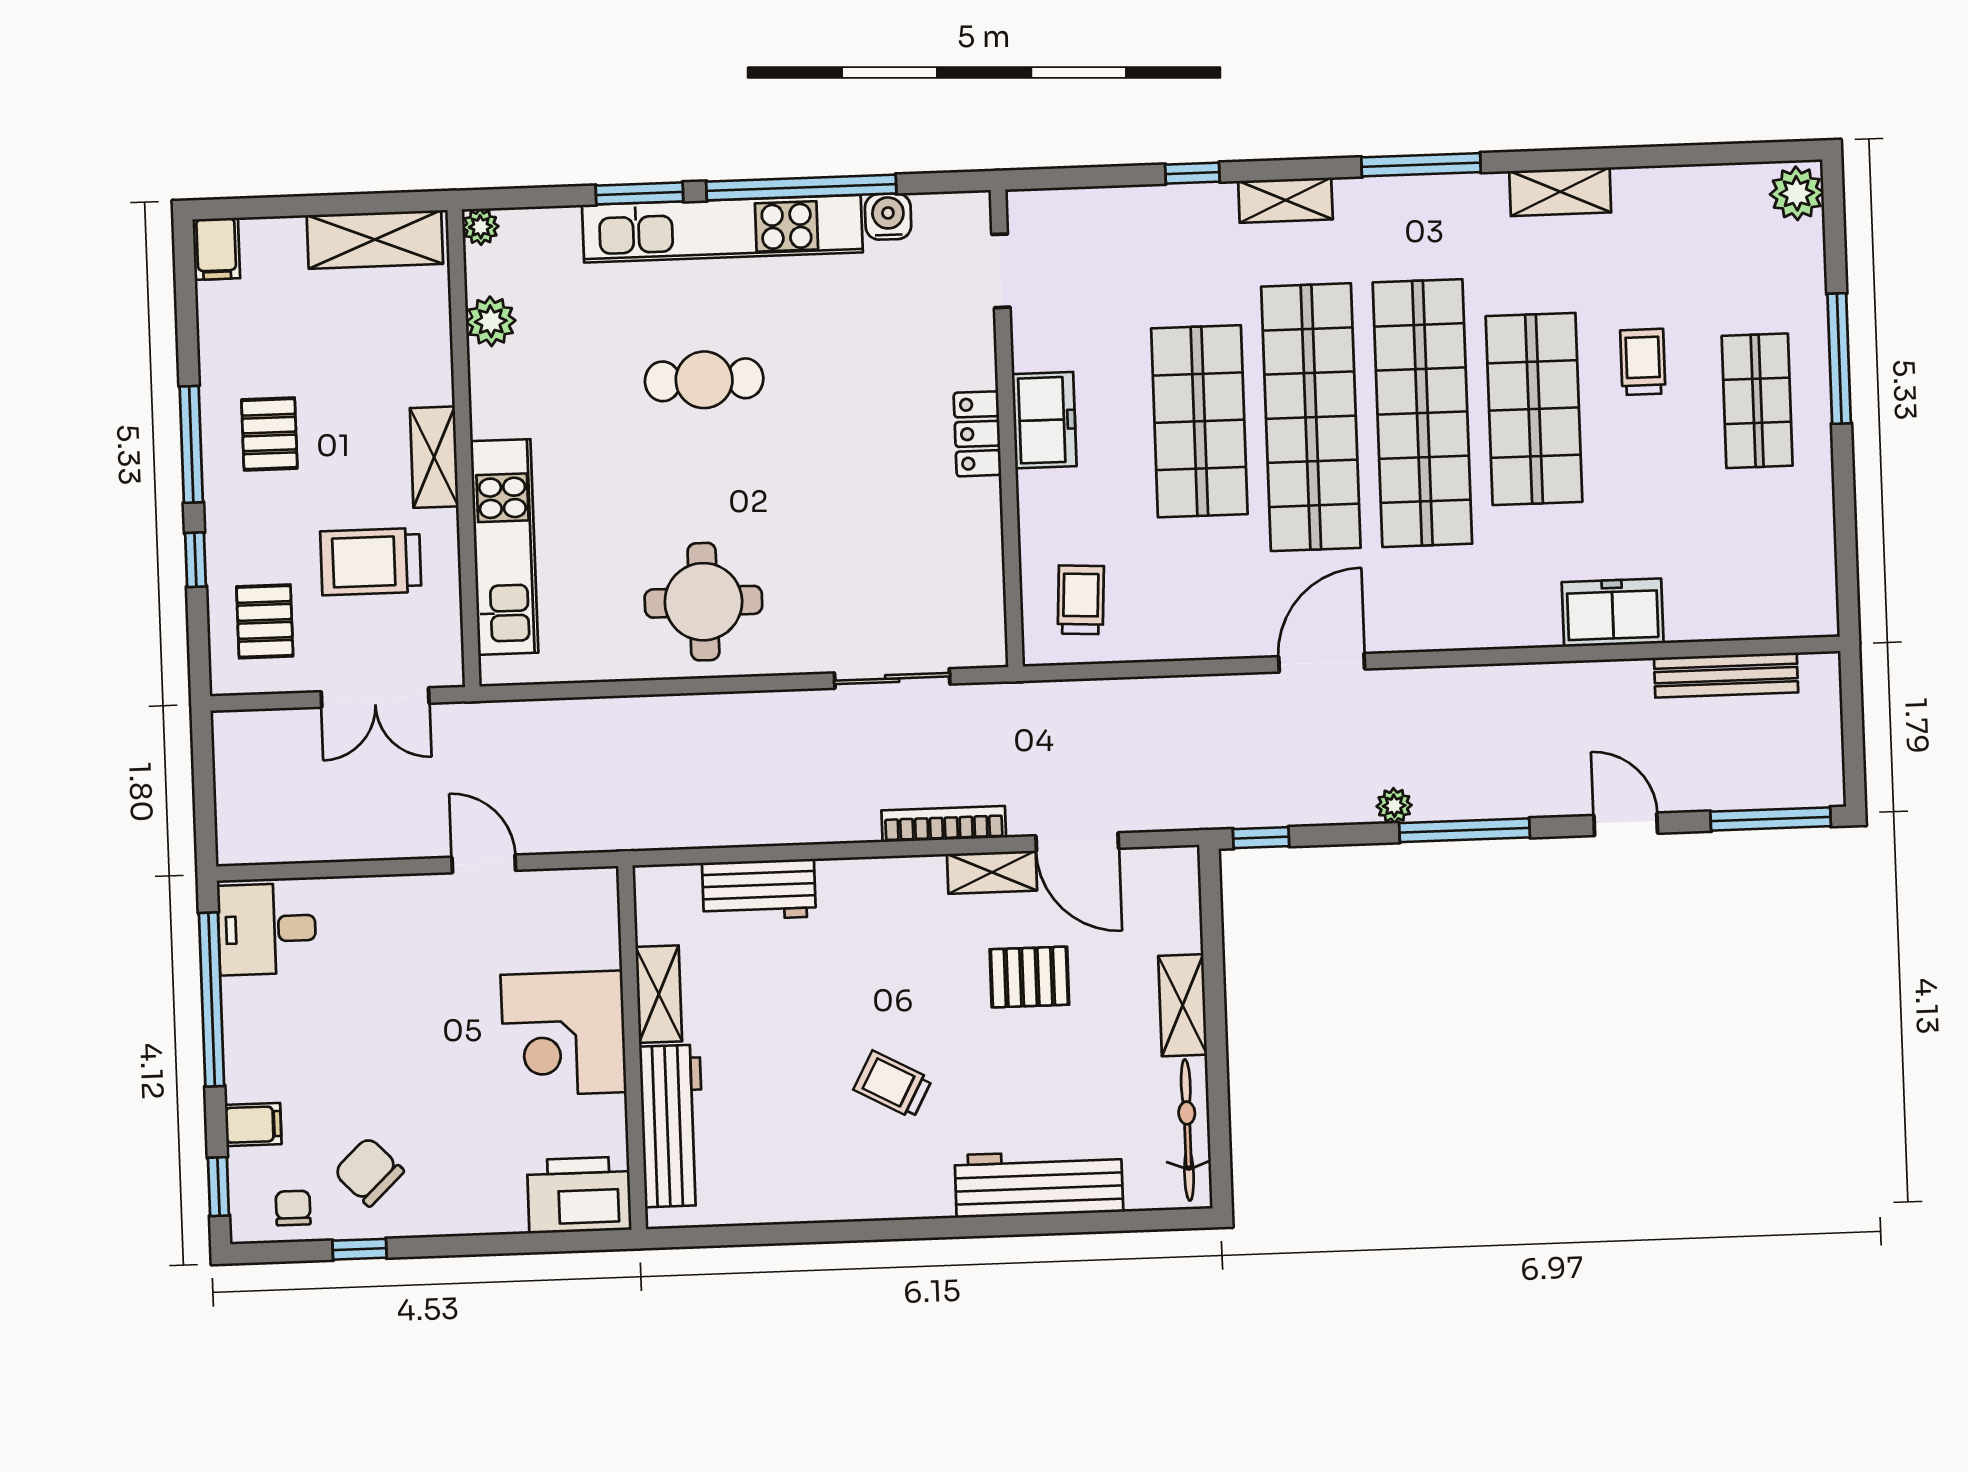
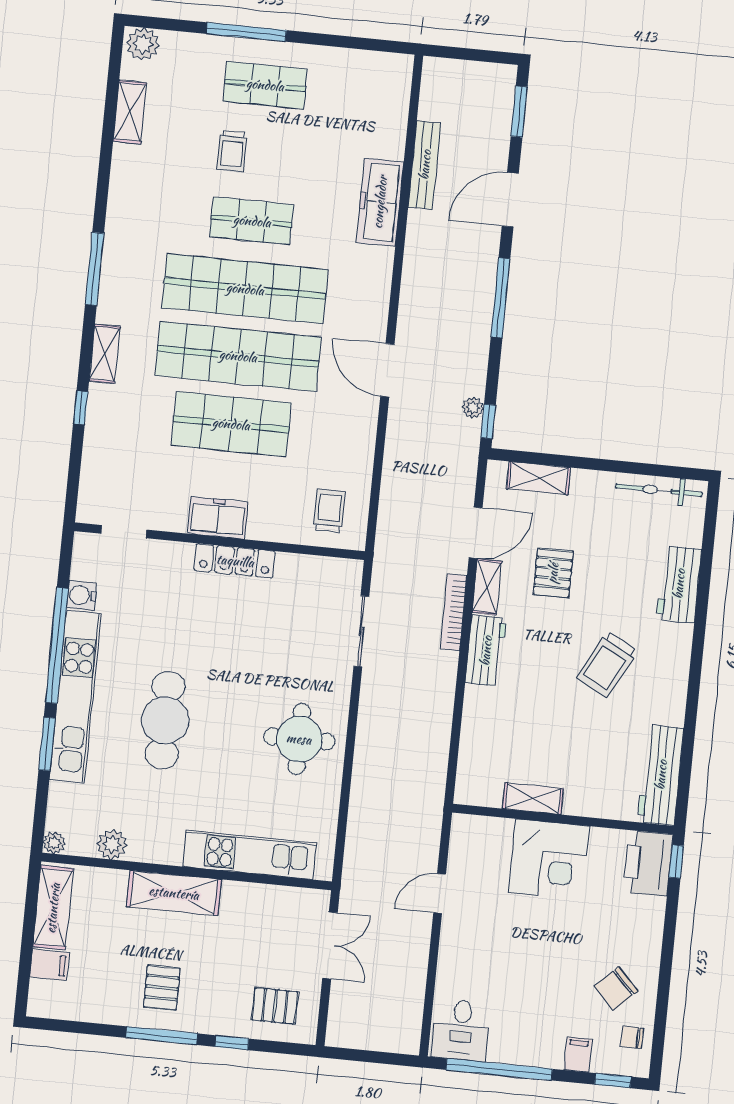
shelving: (1560, 192) -> (130, 112), moved
filing cabinet: (216, 249) -> (49, 965), moved
trolley: (1643, 362) -> (232, 151), turned -90
cafe table: (704, 380) -> (165, 720), width x1.37, depth x1.35
shop shelf: (1534, 409) -> (252, 221), width x0.70, depth x0.74
pallet: (269, 434) -> (162, 988), turned 90
locker: (977, 434) -> (235, 561), width x1.53
shelving: (434, 457) -> (174, 893), width x1.50, depth x1.33
trolley: (371, 562) -> (247, 937), removed
trolley: (1081, 600) -> (329, 511), turned 87
freezer: (1613, 613) -> (380, 202), width x1.40
bench: (1726, 675) -> (425, 165), moved
plant: (1394, 806) -> (473, 408), moved
window: (1771, 819) -> (519, 112), width x0.69
door: (1626, 824) -> (510, 200), width x1.38
workbench: (759, 890) -> (486, 651), moved
shelving: (1183, 1005) -> (539, 478), moved
trolley: (893, 1084) -> (607, 664), width x1.36, depth x1.39
workbench: (672, 1126) -> (661, 775), moved, turned -90
workbench: (1039, 1183) -> (679, 584), width x0.73
window: (359, 1249) -> (676, 862), moved

